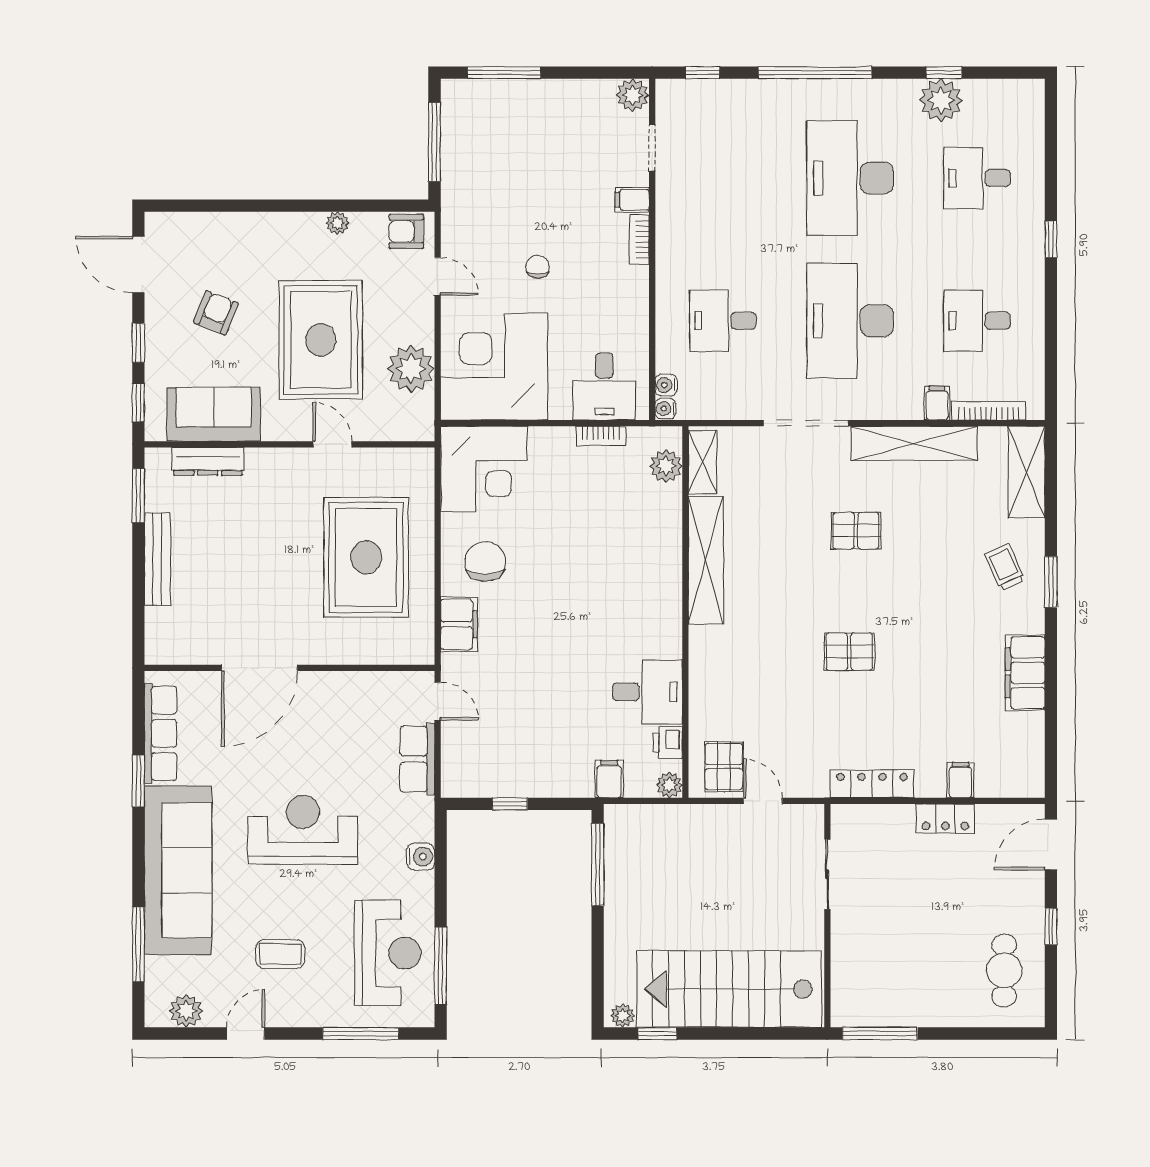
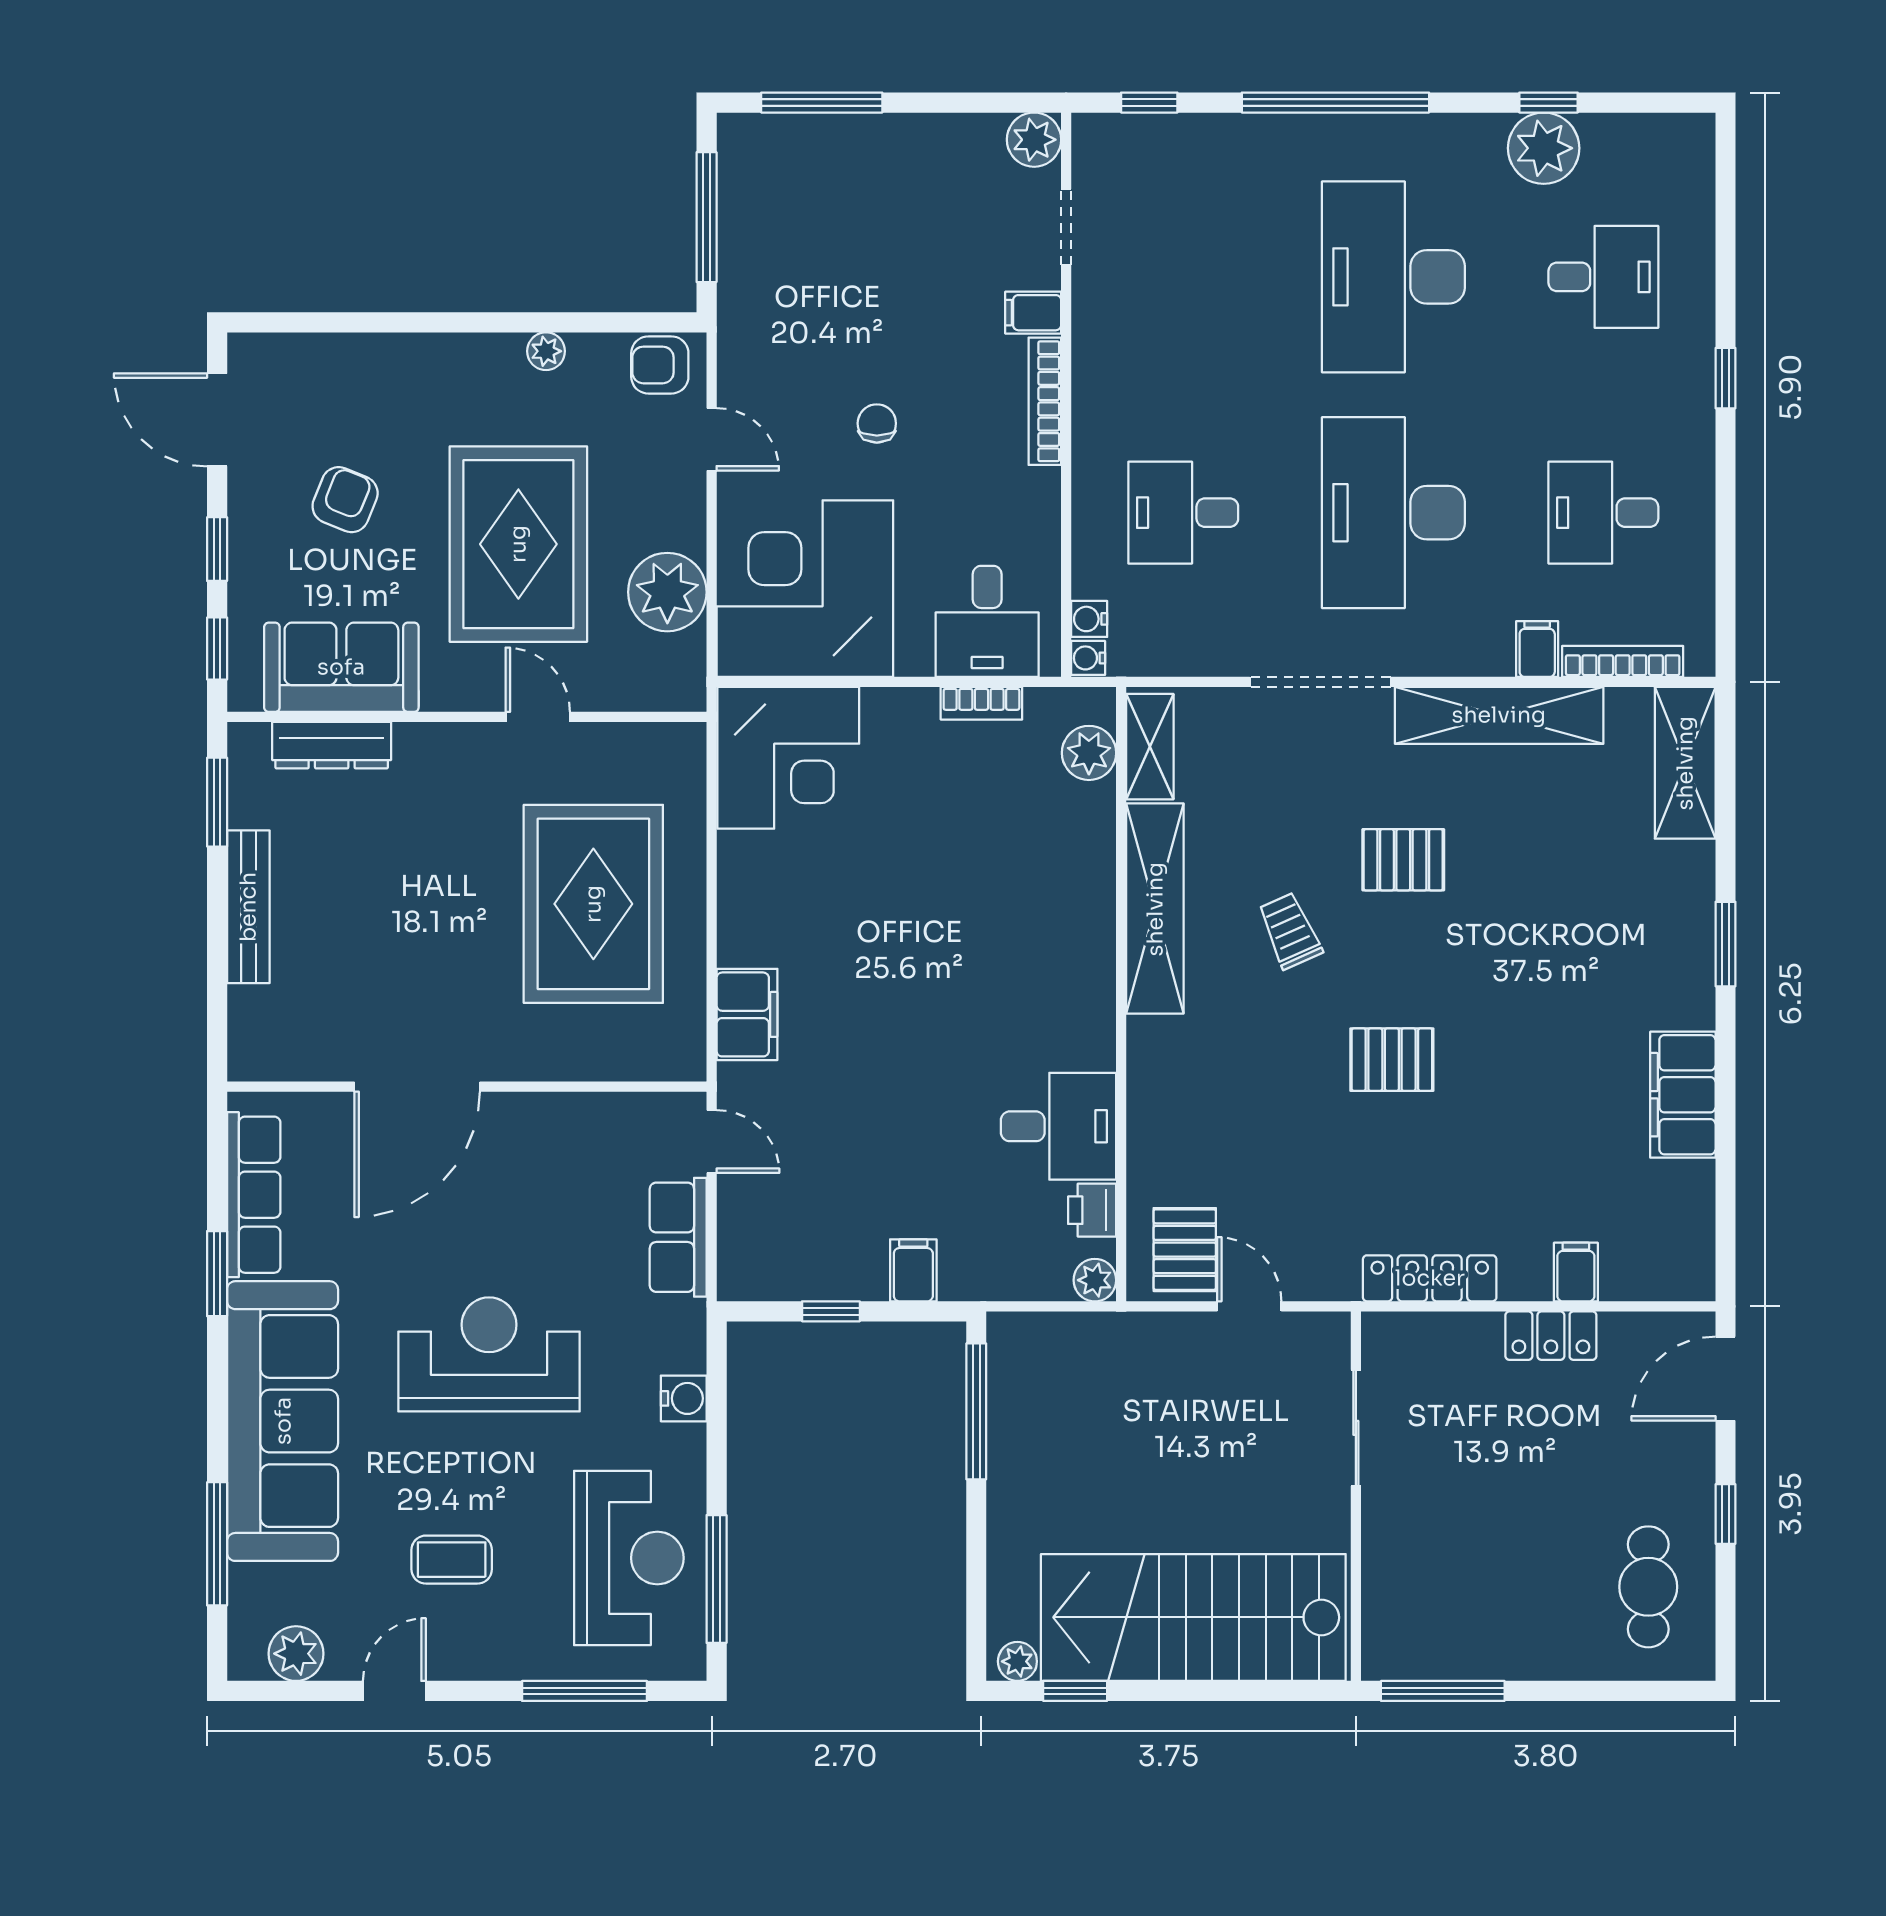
desk: (977, 178) -> (1603, 277), turned 180
bookcase: (639, 239) -> (1045, 401), width x1.56
chair: (485, 562) -> (790, 911), removed
trolley: (1005, 567) -> (1290, 931), moved
filing cabinet: (609, 779) -> (913, 1270), moved

